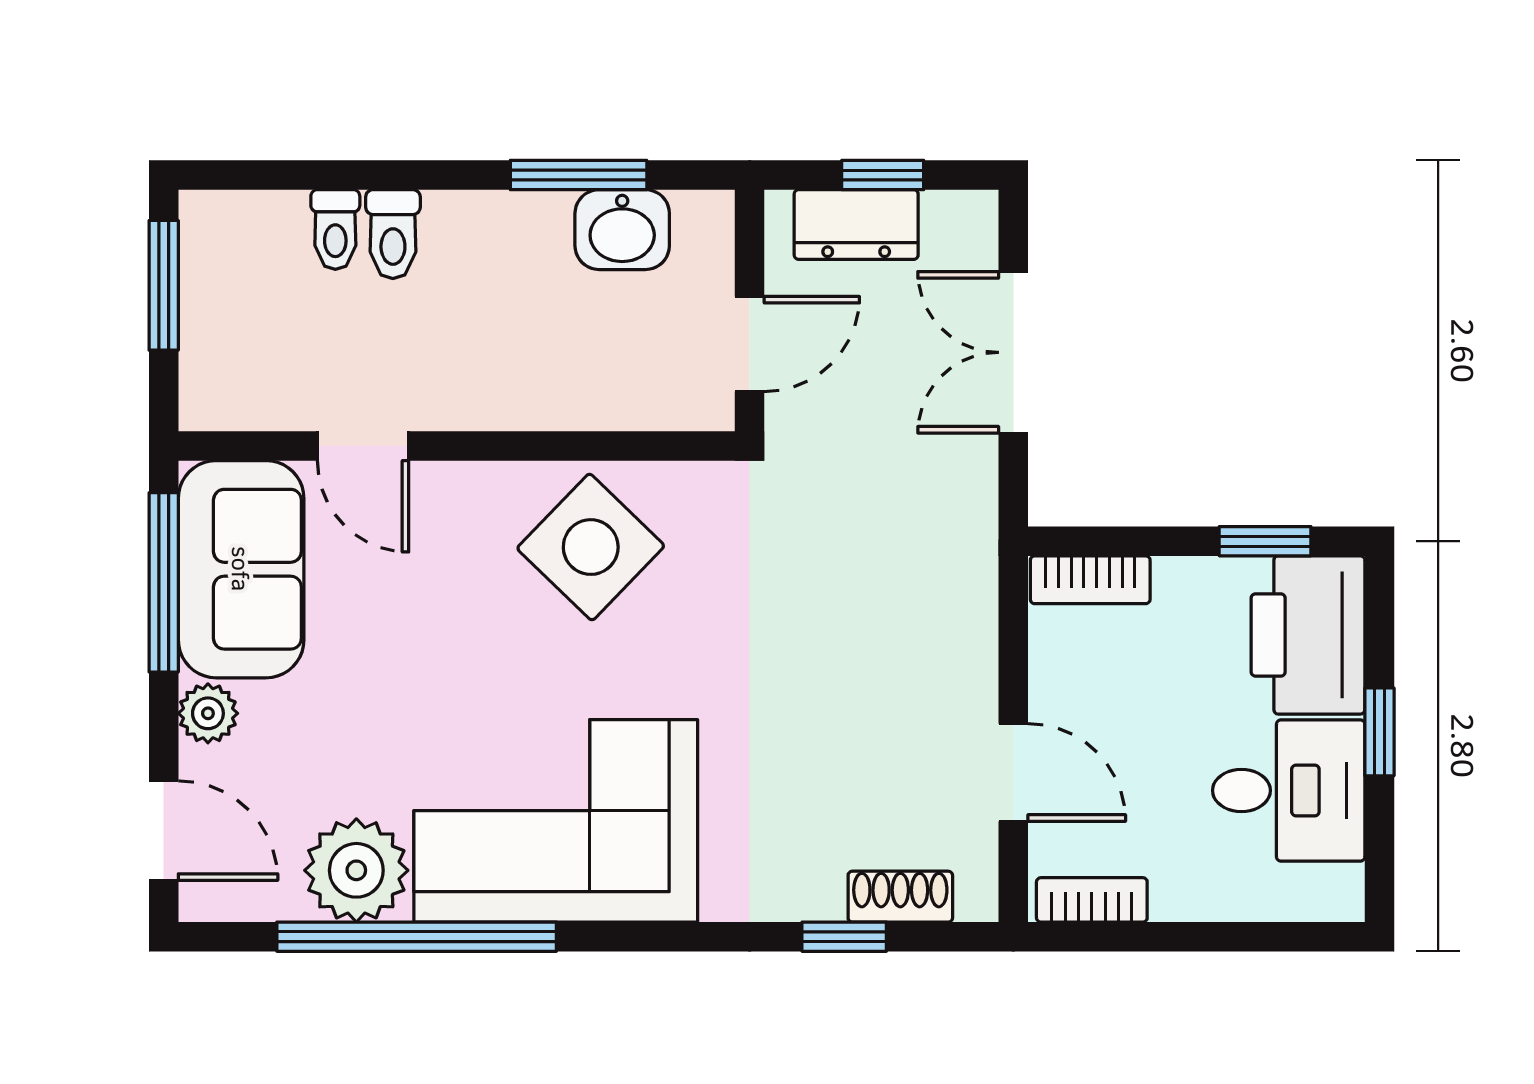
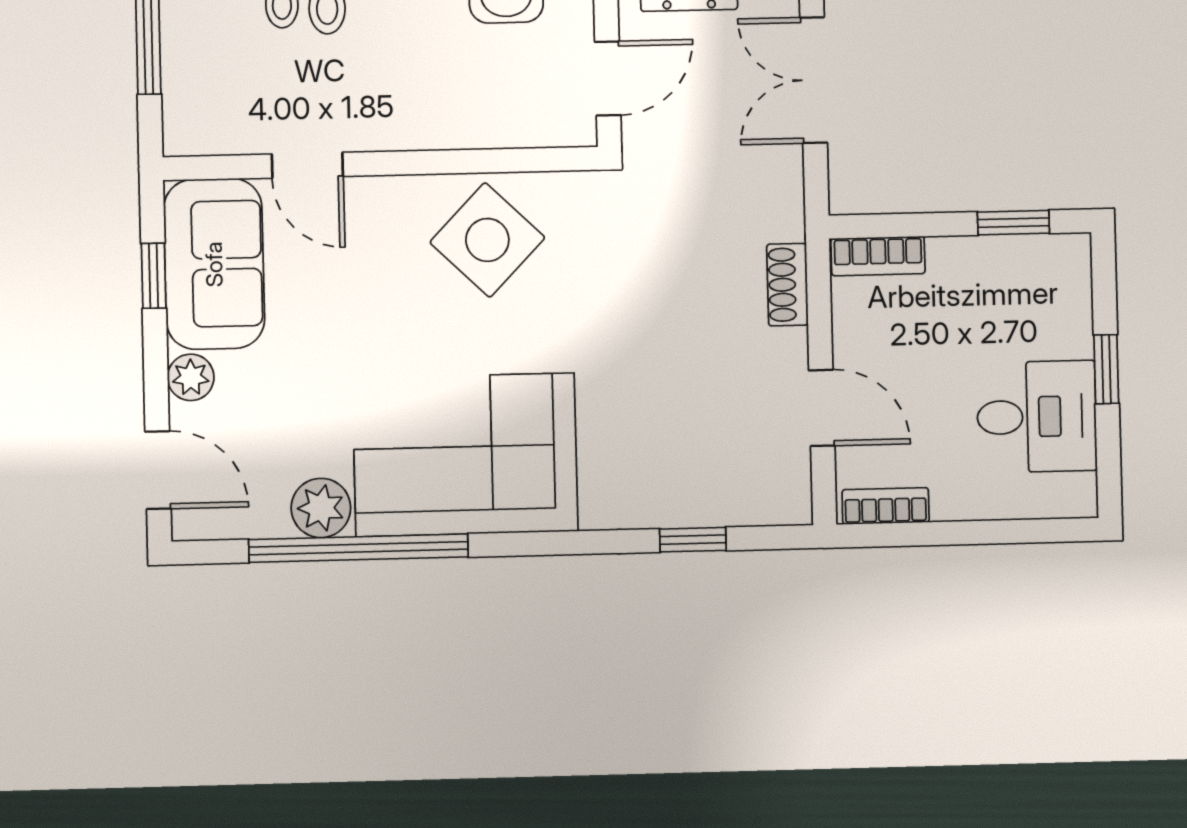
window: (164, 582) -> (154, 276), width x0.46
printer: (1308, 635) -> (1049, 295), removed
plant: (356, 870) -> (321, 508), width x0.73, depth x0.73
shoe rack: (900, 897) -> (787, 285), moved, turned -90

